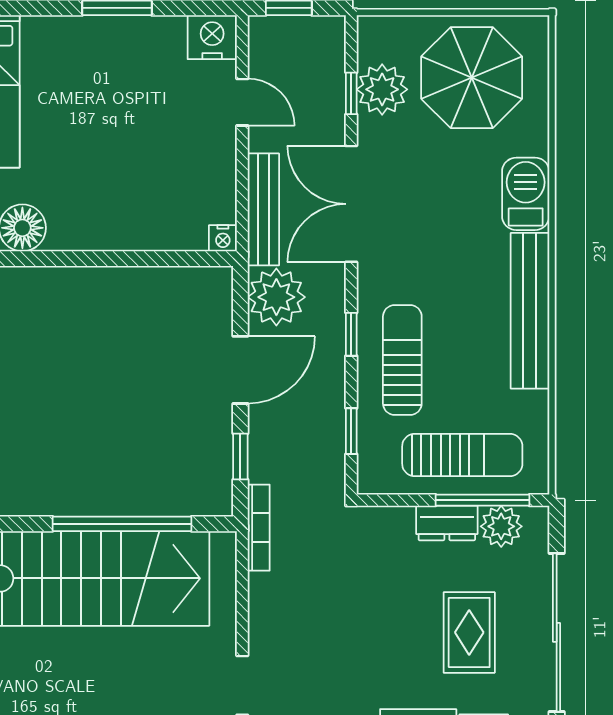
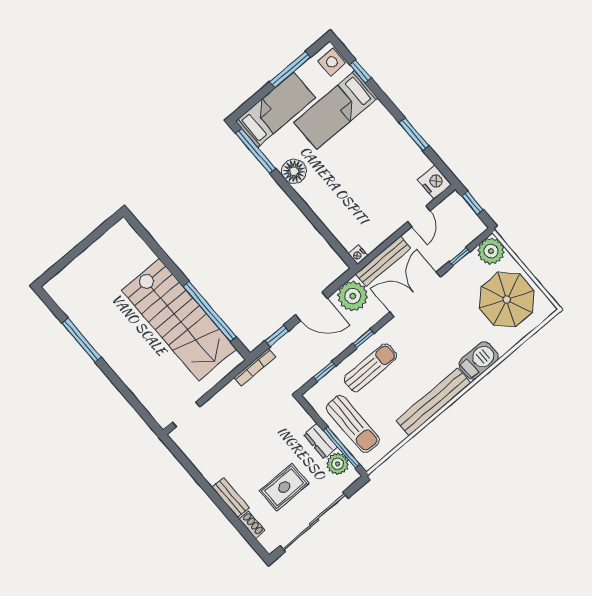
plant: (382, 89) -> (491, 251), moved

